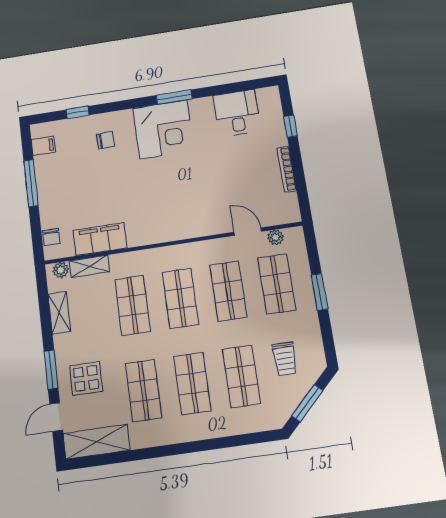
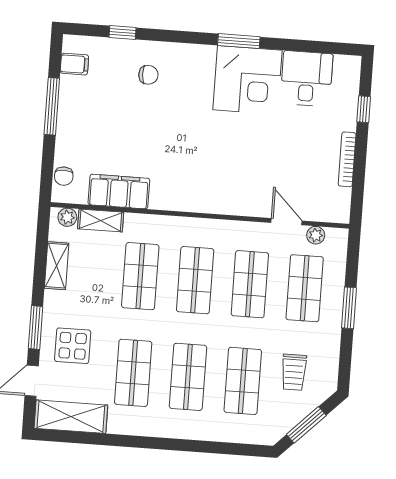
corner desk: (163, 129) -> (247, 80), moved

